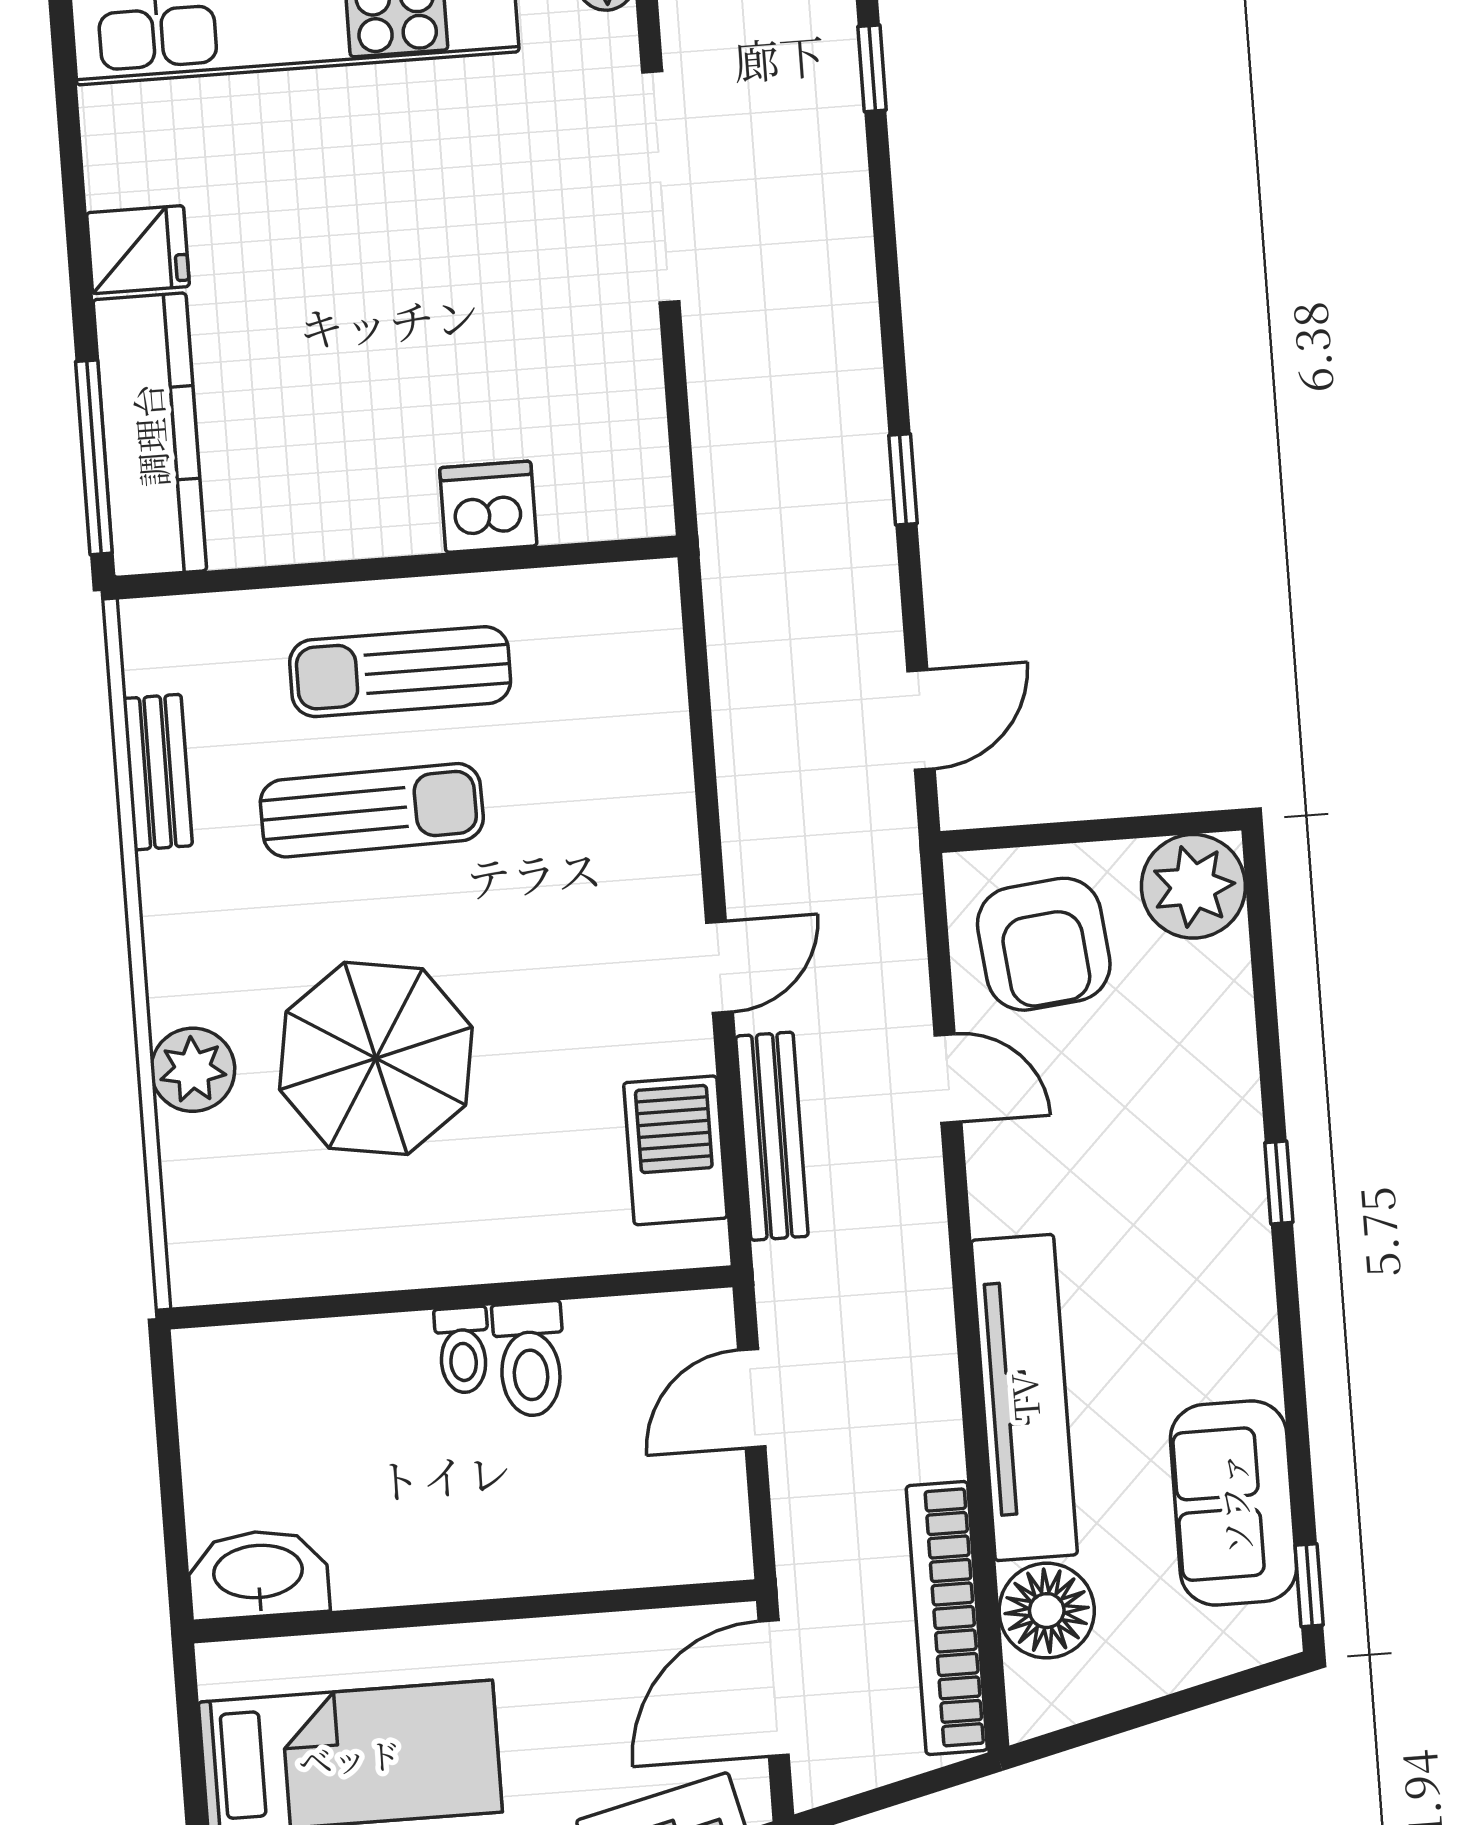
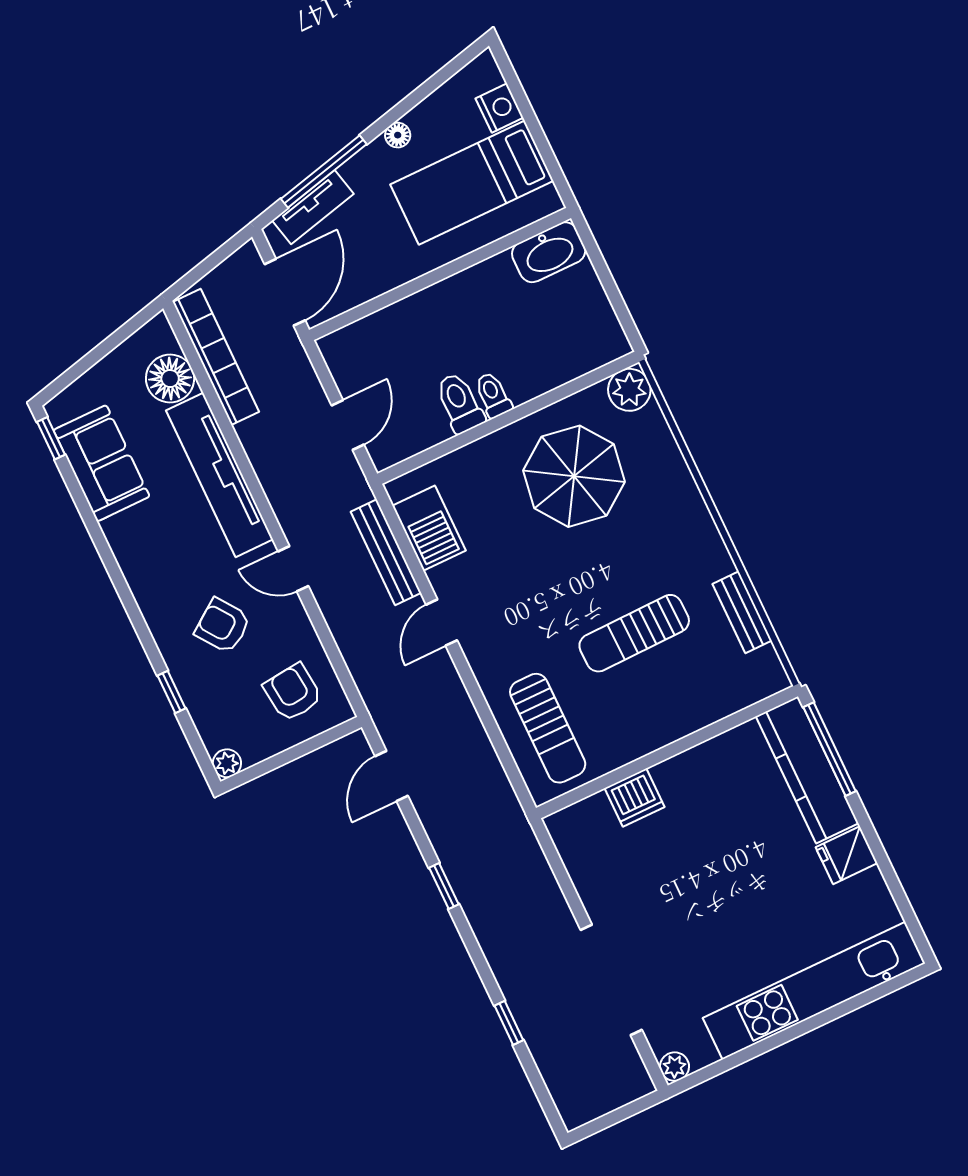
window: (872, 68) -> (509, 1023), moved
sun lounger: (400, 672) -> (548, 728), moved, turned 90
plant: (1193, 886) -> (227, 763), width x0.53, depth x0.53
armchair: (1044, 944) -> (293, 692), width x0.72, depth x0.72
parasol: (376, 1058) -> (574, 476), moved
plant: (193, 1070) -> (629, 390), moved
door: (948, 1078) -> (293, 569), moved
armchair: (1126, 1117) -> (223, 626), added
window: (1279, 1182) -> (171, 692), moved

